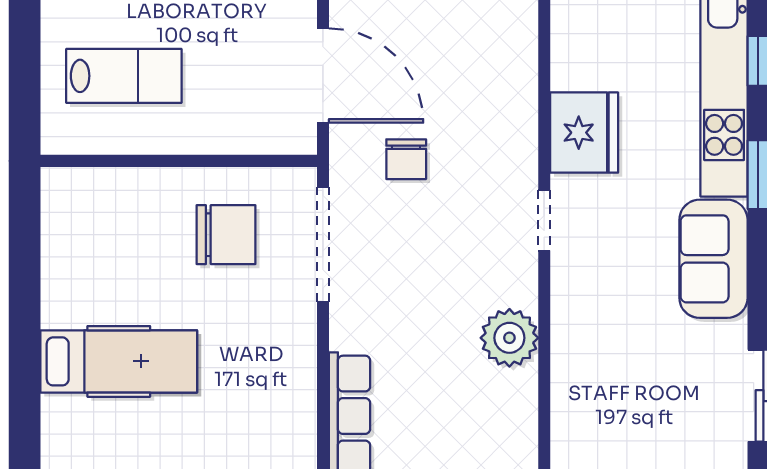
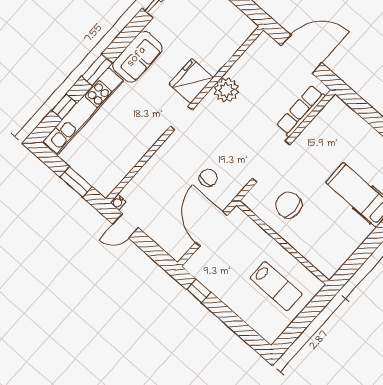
lab bench: (124, 76) -> (276, 286), turned 180
fridge: (584, 133) -> (191, 81), moved
doorway: (323, 244) -> (271, 161), moved

